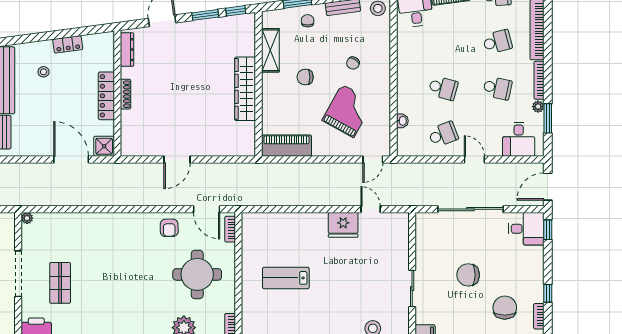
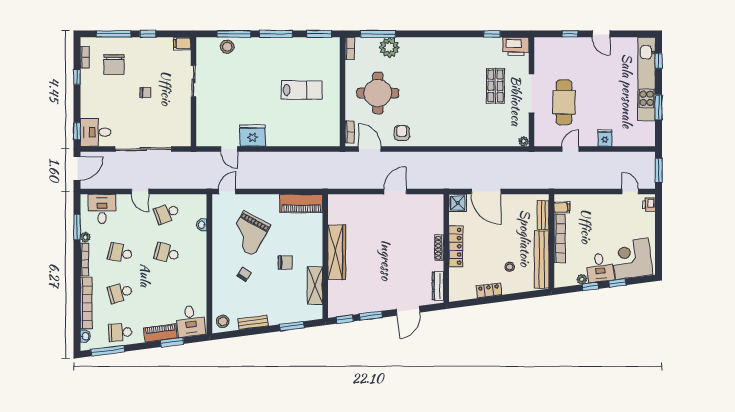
chair: (308, 21) -> (283, 311), removed
chair: (468, 275) -> (145, 93), width x0.54, depth x0.54

